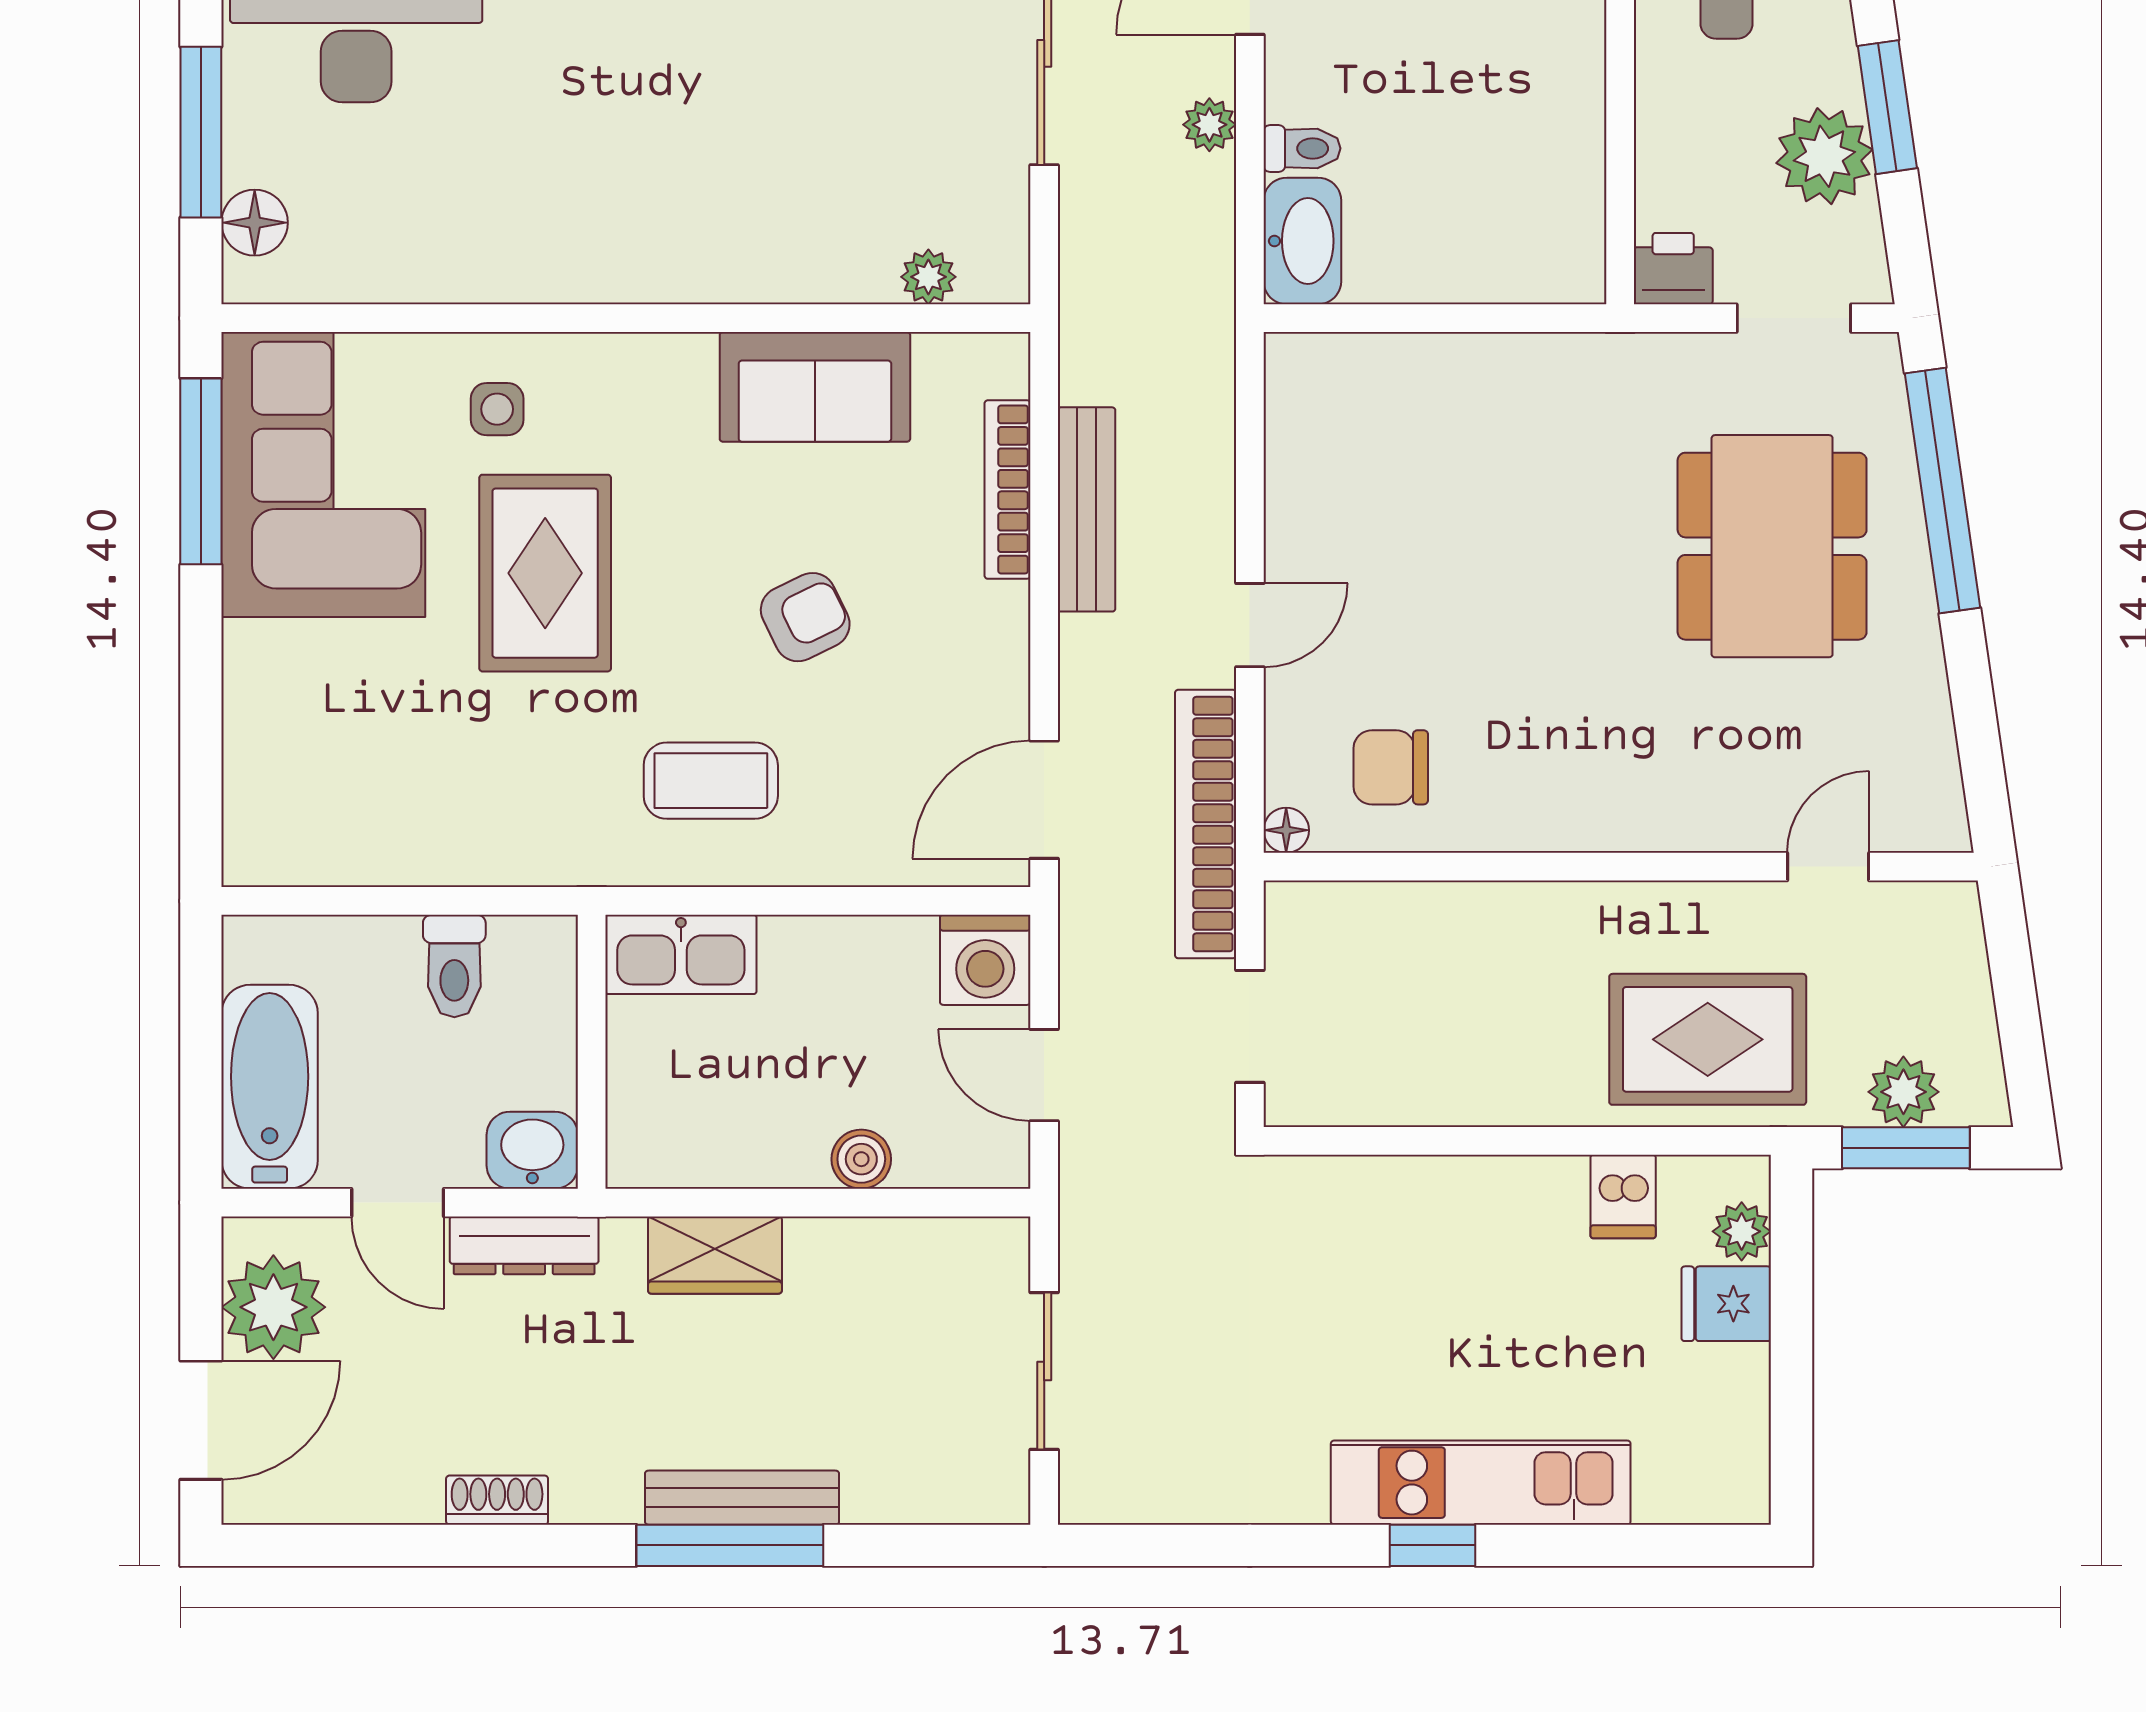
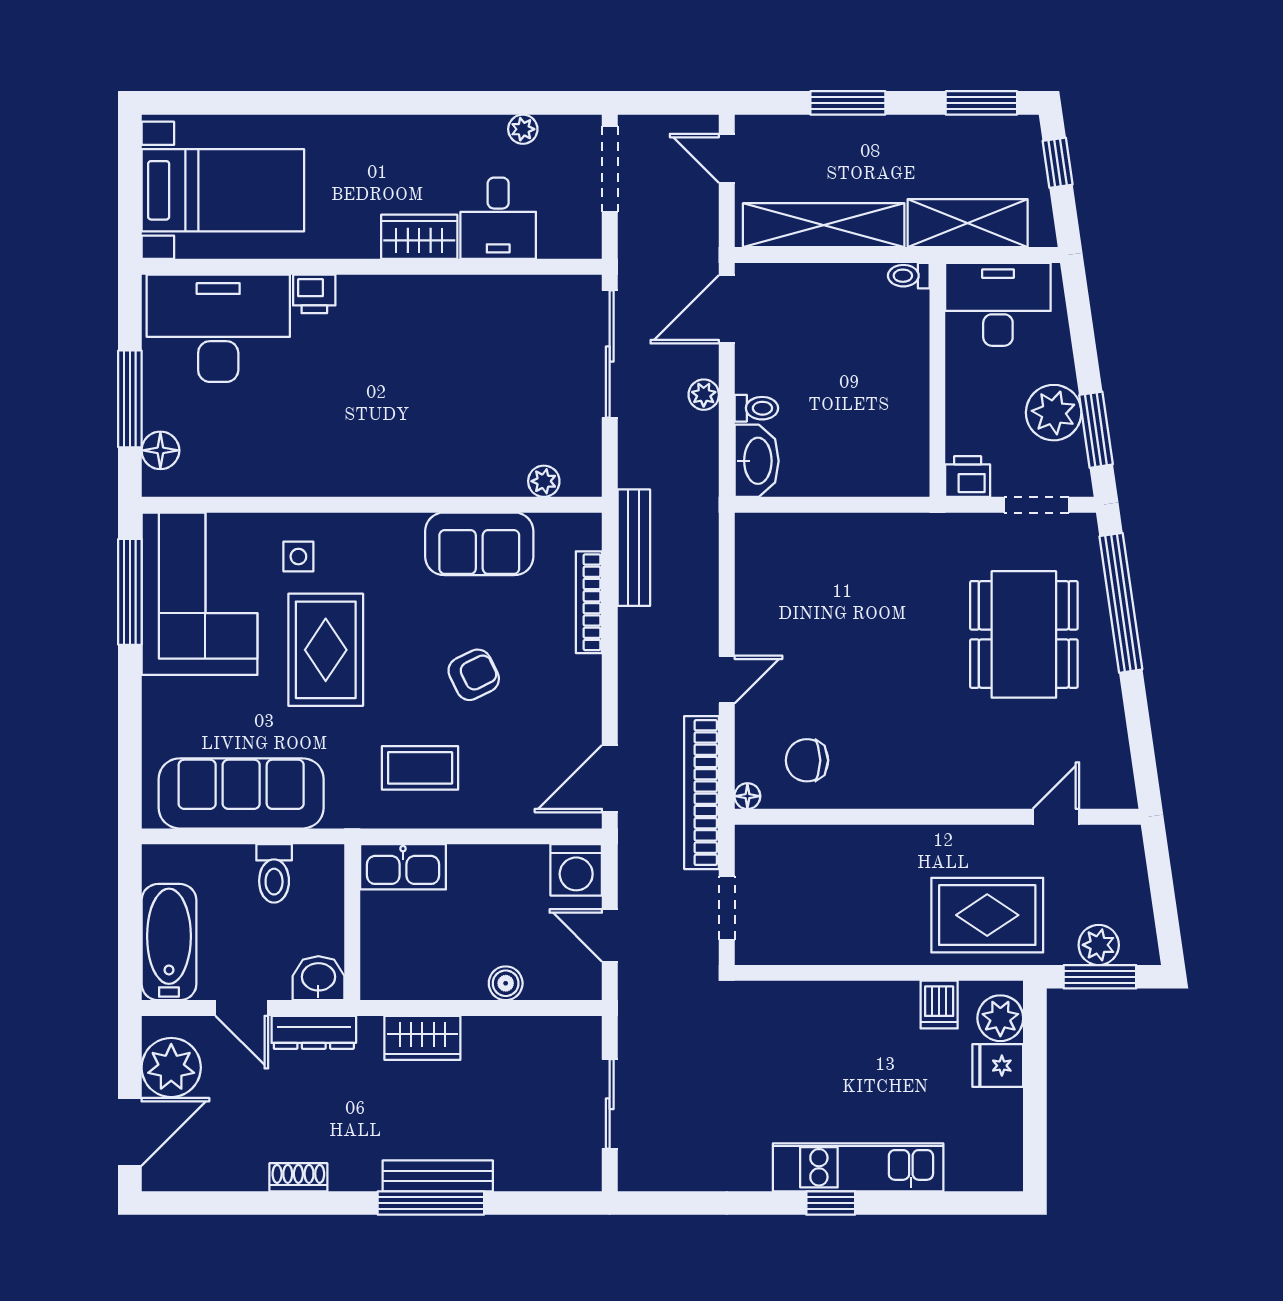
window: (1887, 107) -> (1096, 430), moved
bench: (1087, 509) -> (634, 548), moved
sofa: (397, 825) -> (241, 793), added
plant: (1742, 1231) -> (1000, 1018), width x1.38, depth x1.38

